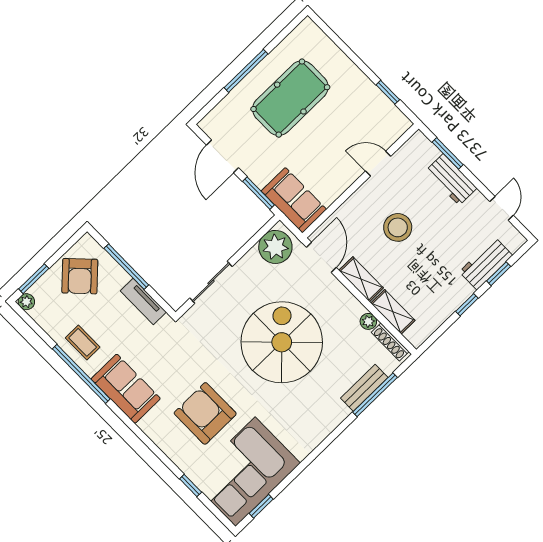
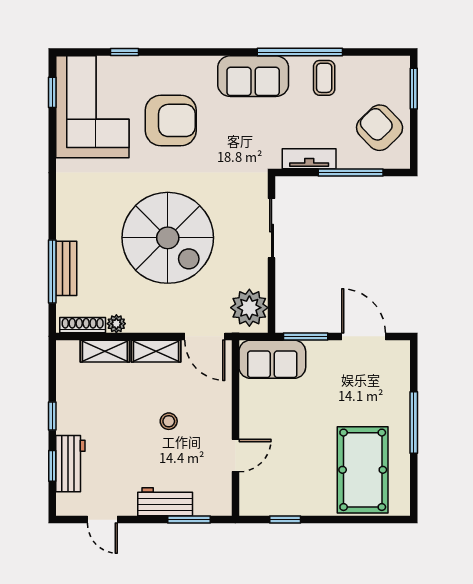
pool table: (290, 98) -> (363, 470), moved
stool: (398, 227) -> (169, 421), width x0.53, depth x0.53
plant: (26, 302) -> (401, 65), removed
coffee table: (83, 342) -> (324, 78), turned 90

